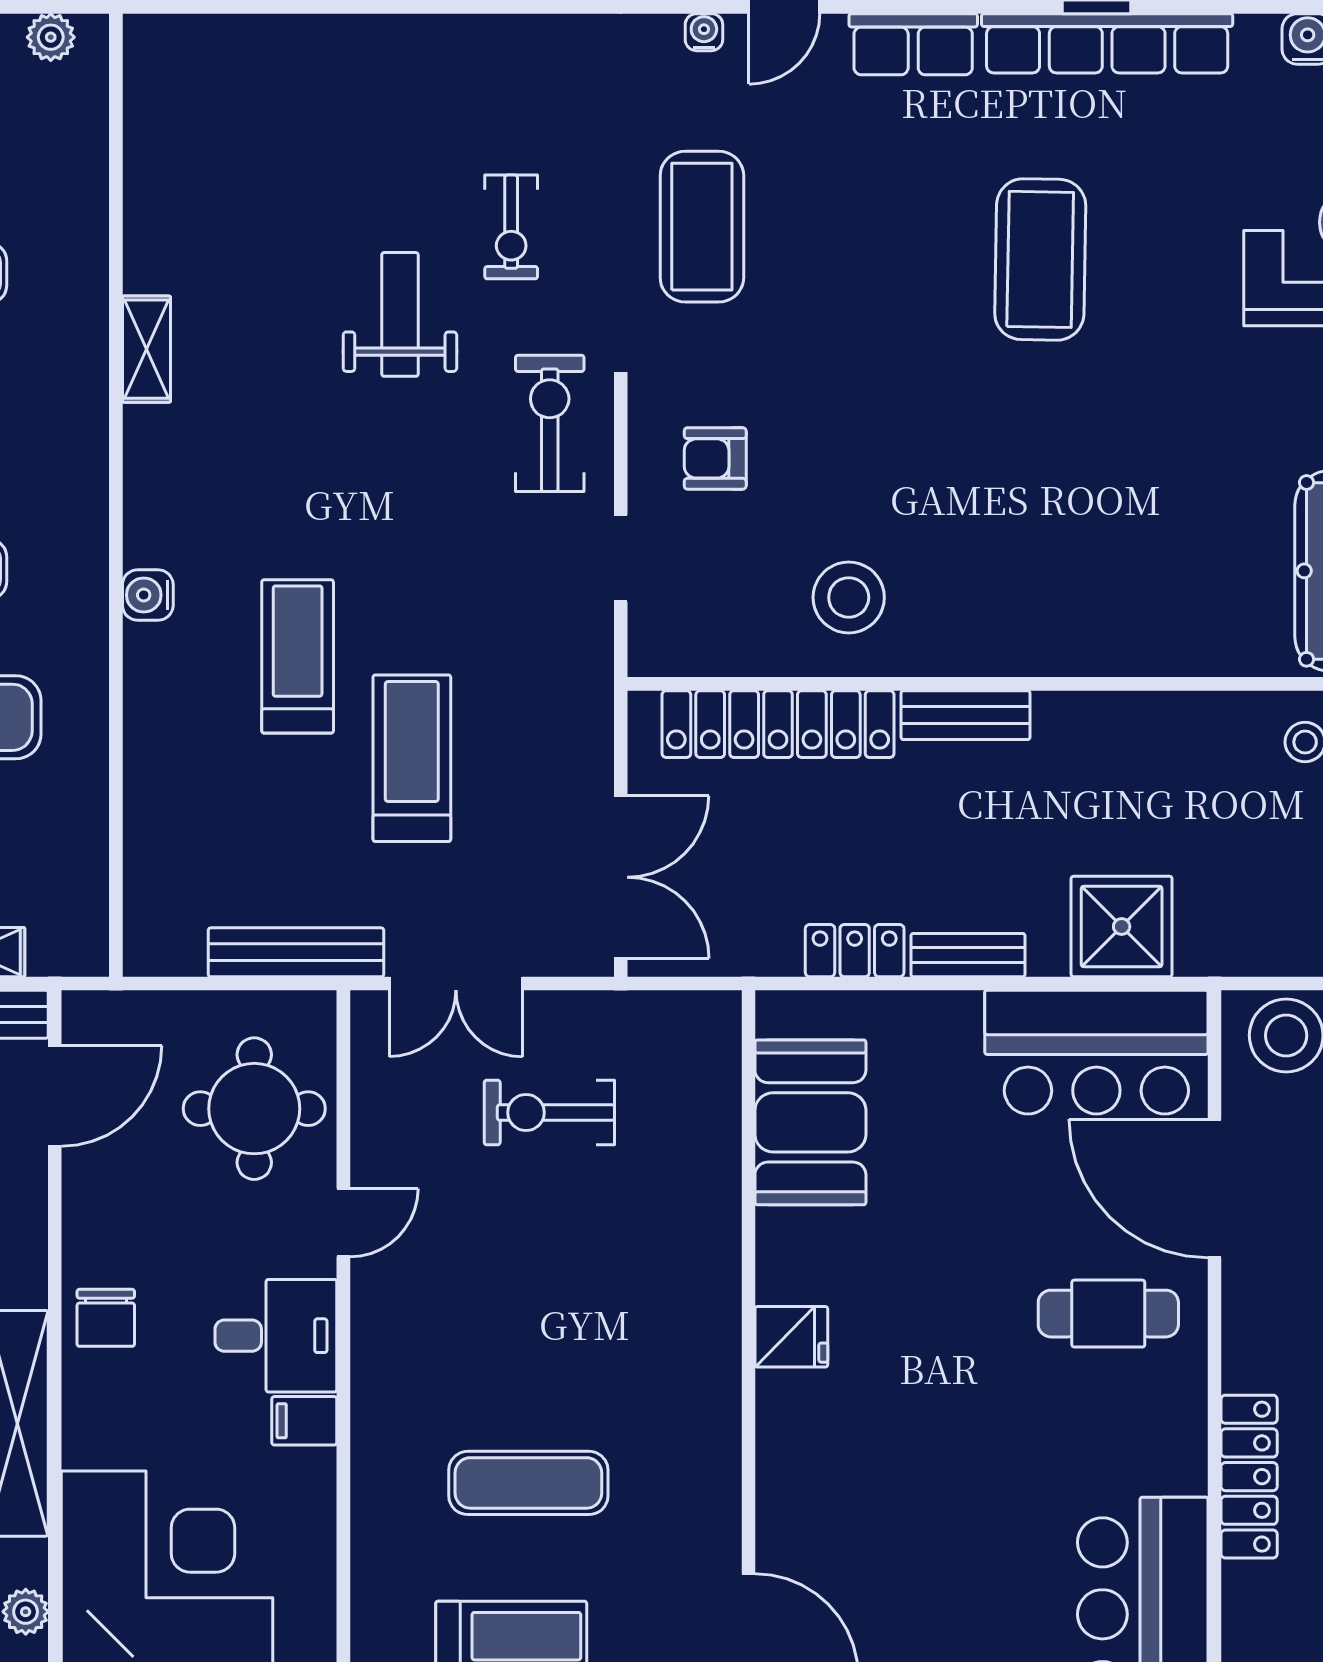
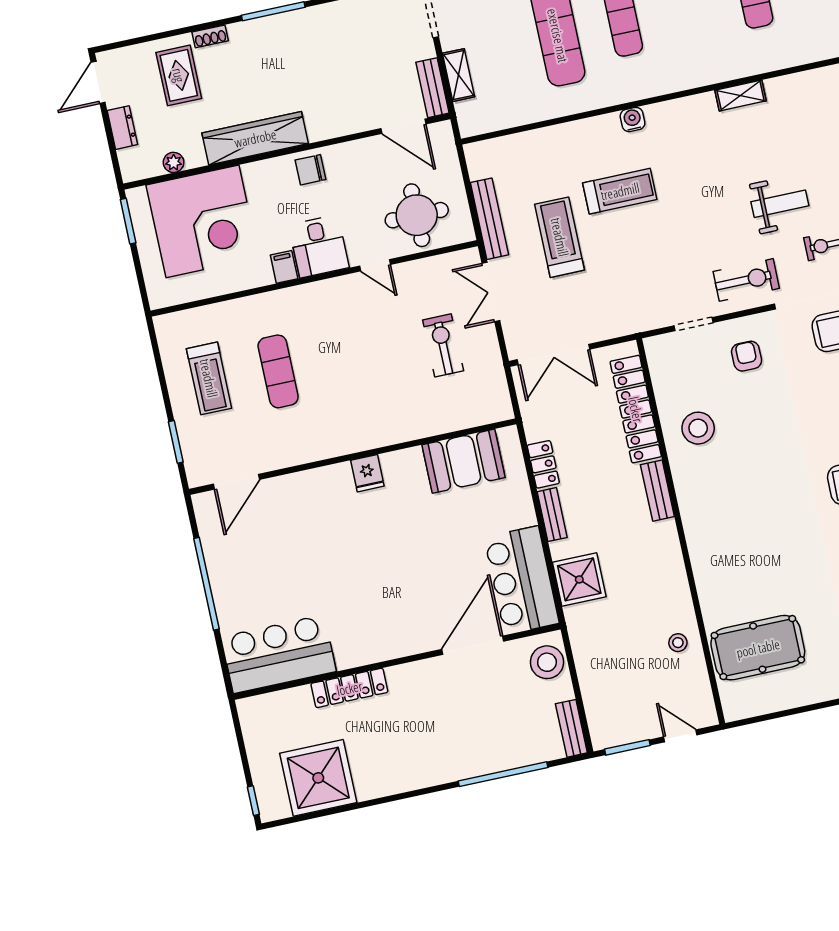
treadmill: (412, 758) -> (560, 237), moved, turned -90
cafe table: (1108, 1314) -> (408, 610), removed

